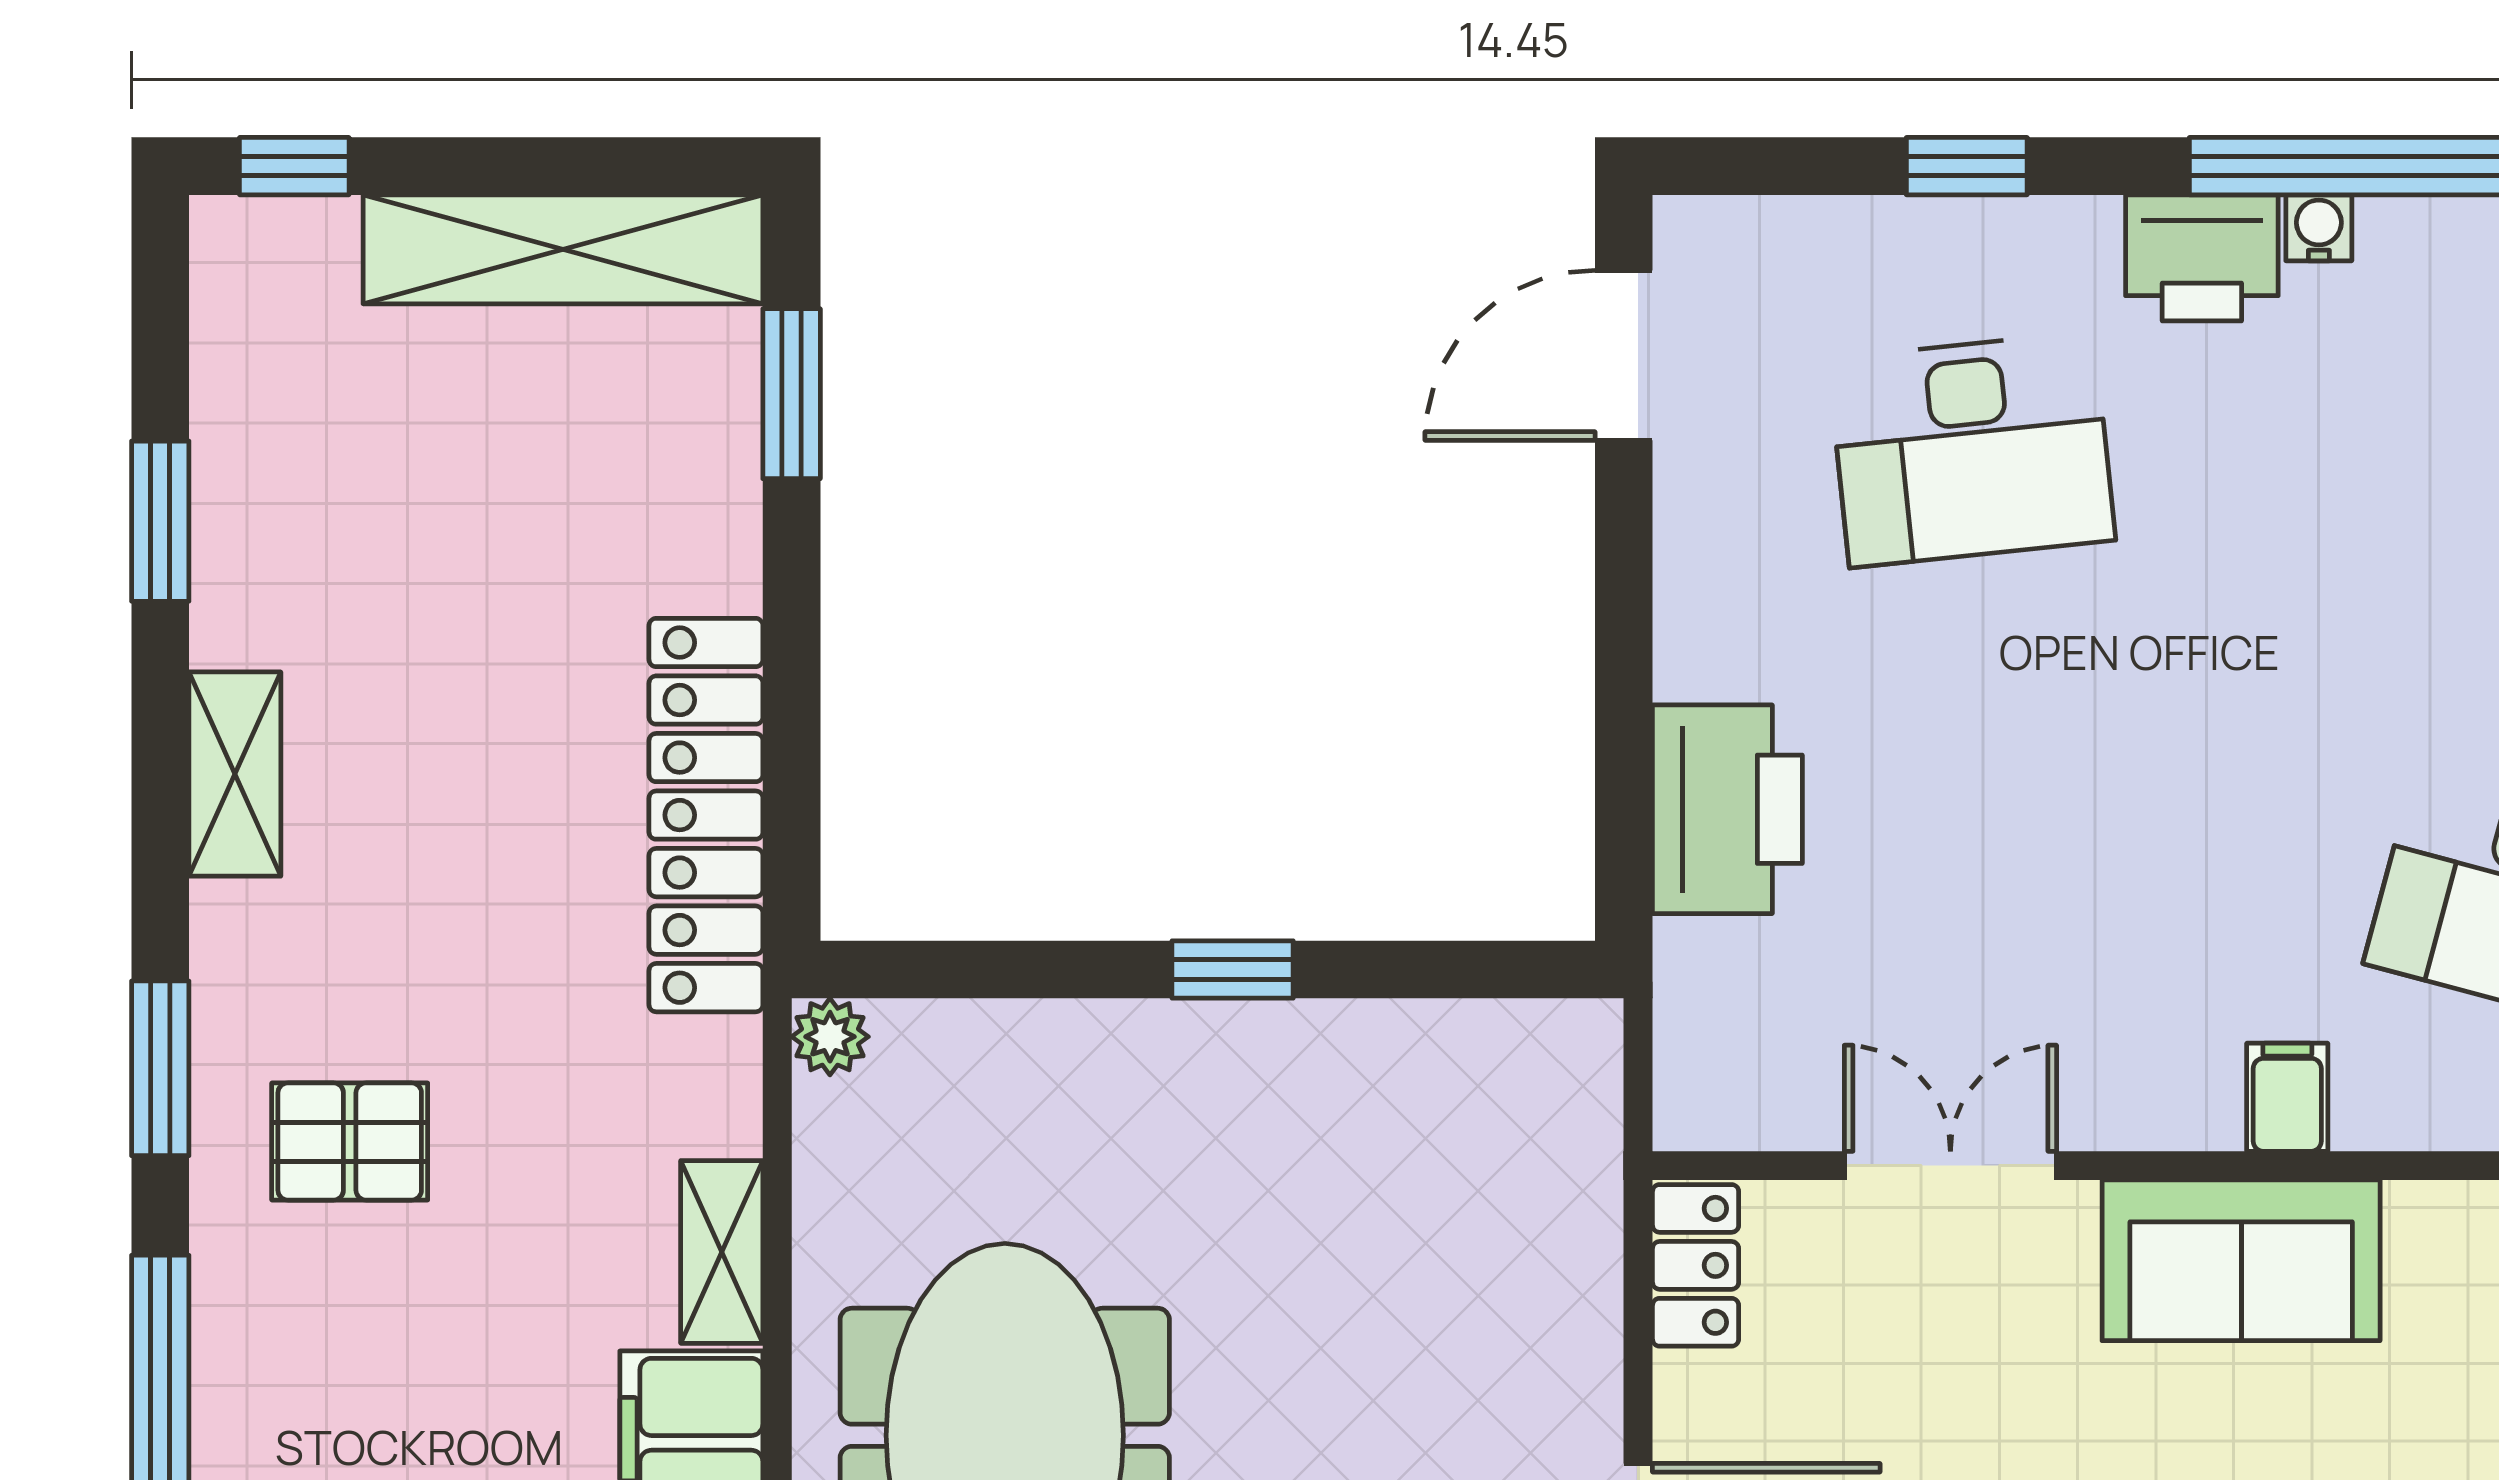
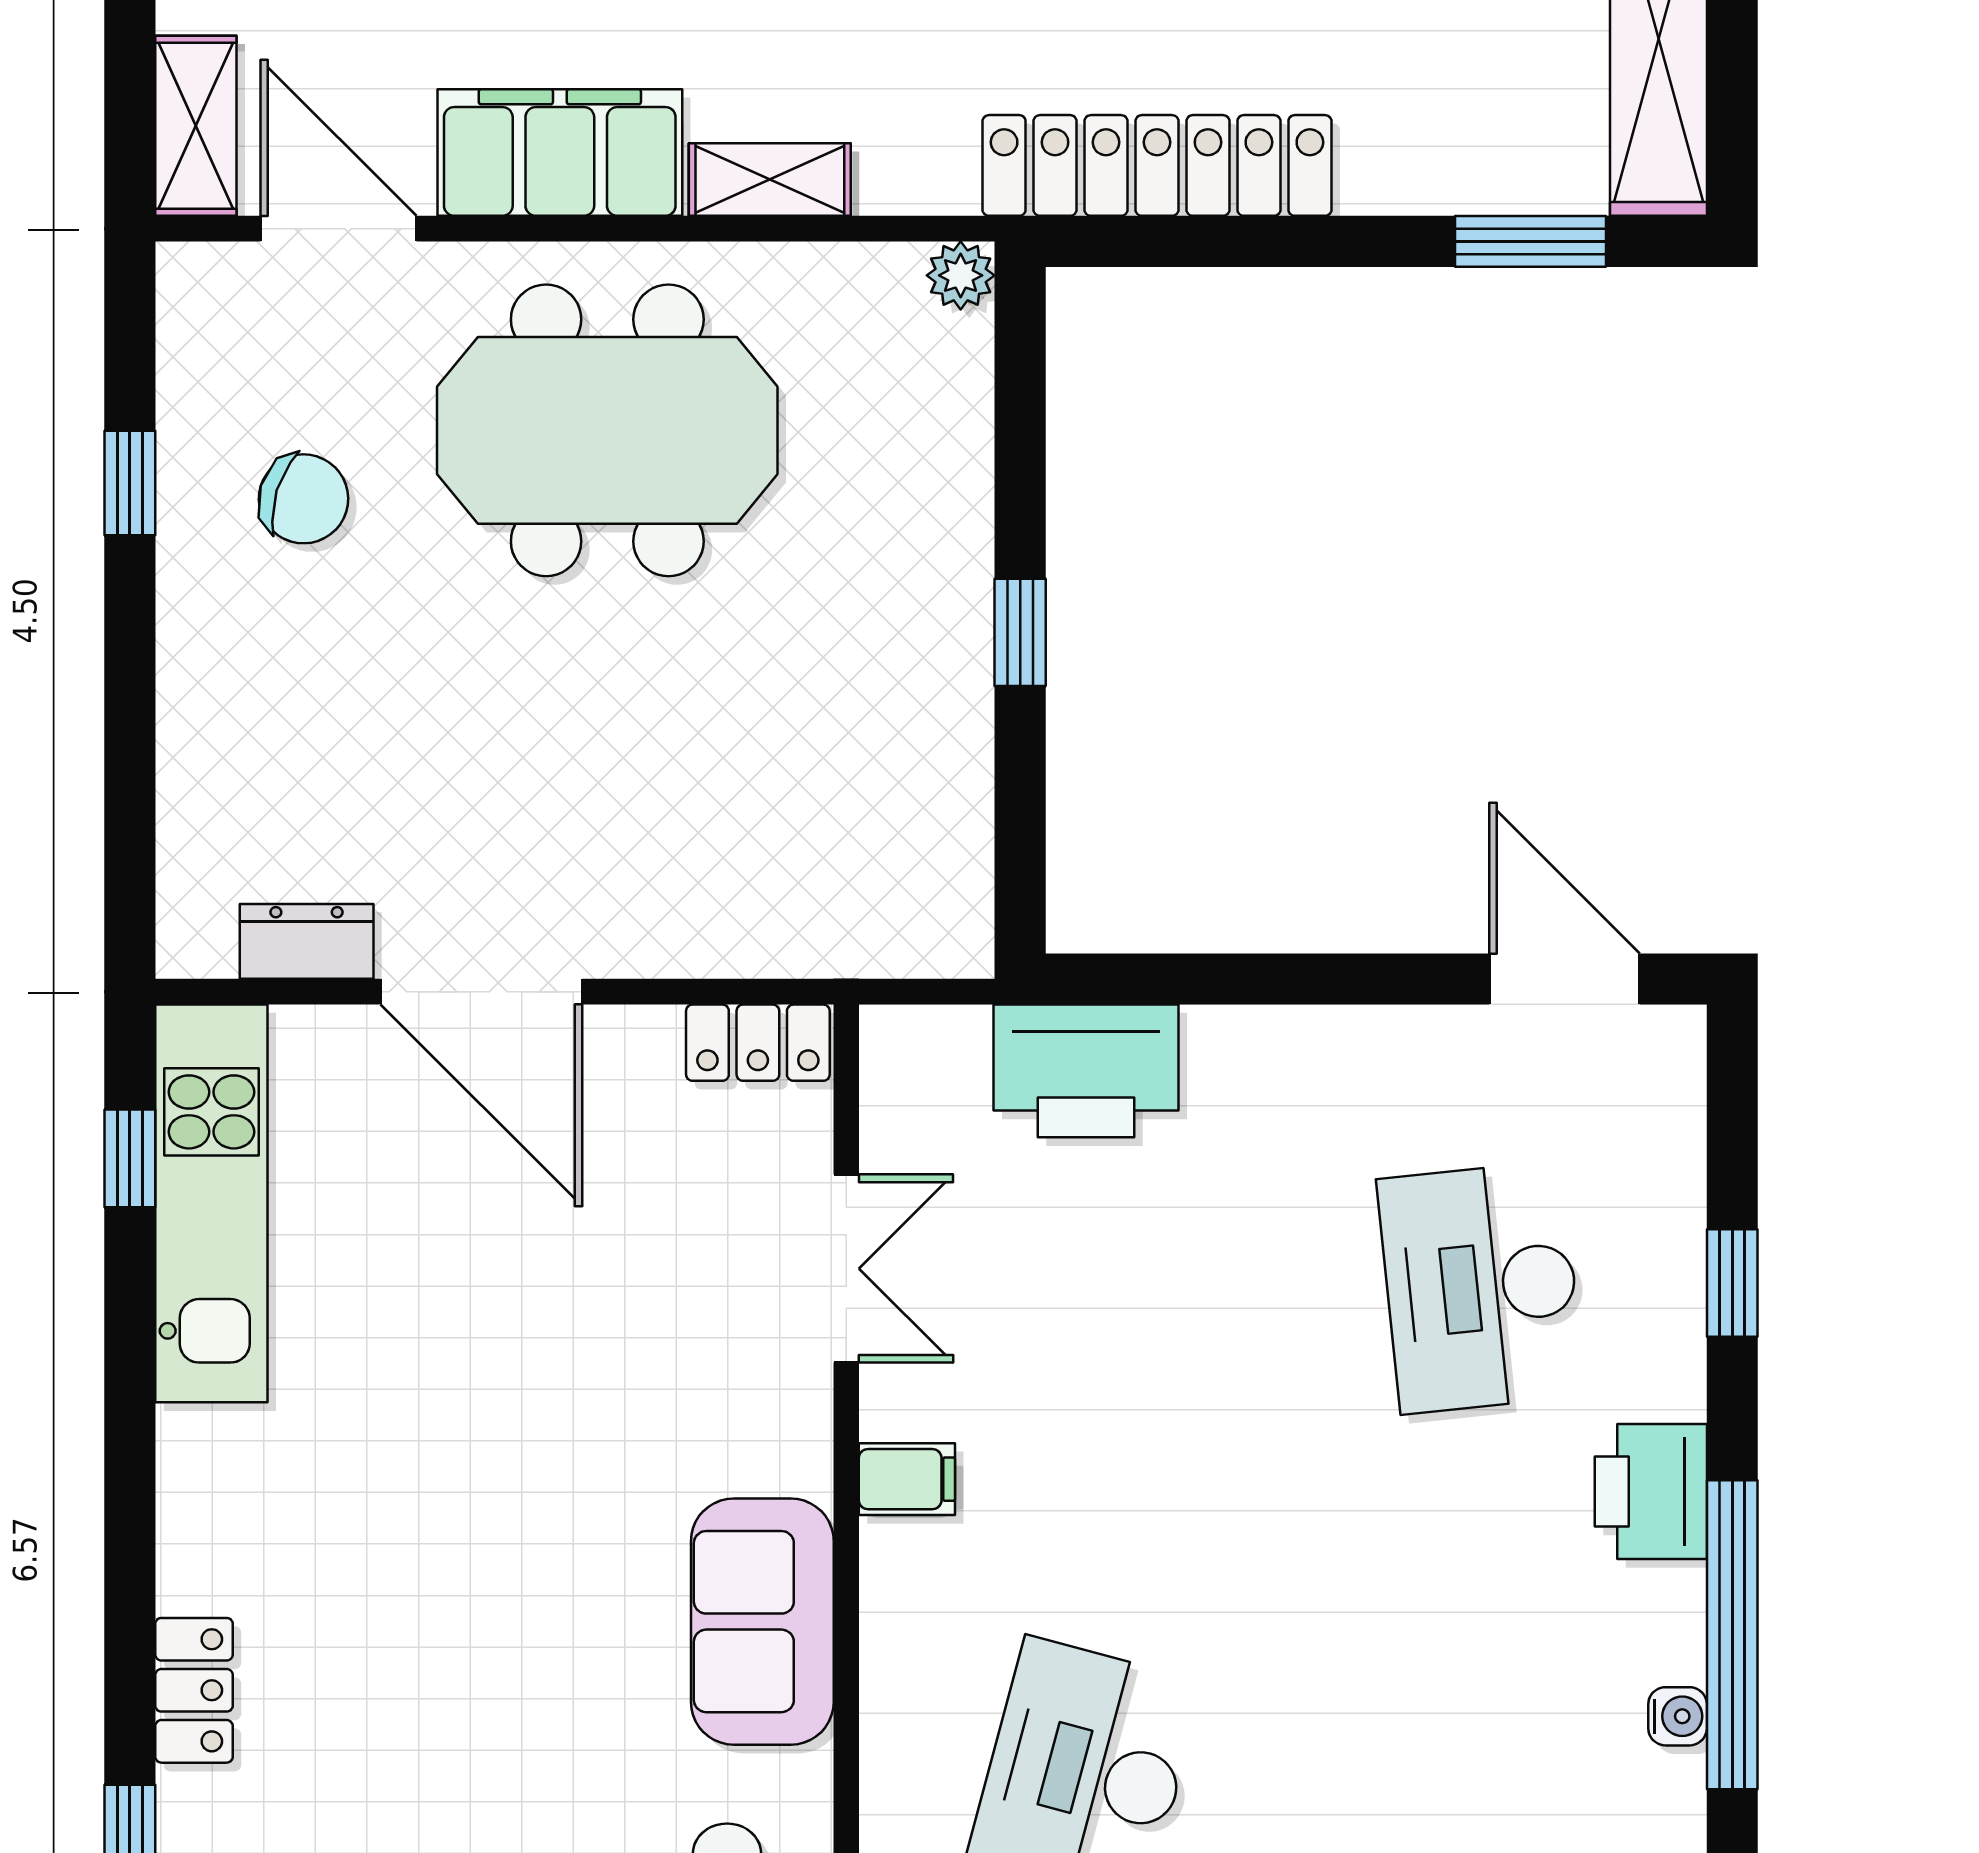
water cooler: (2319, 228) -> (1678, 1716), moved
printer: (1727, 809) -> (1086, 1071), moved
filing cabinet: (2287, 1097) -> (907, 1479), moved
sofa: (2241, 1260) -> (762, 1622), moved

